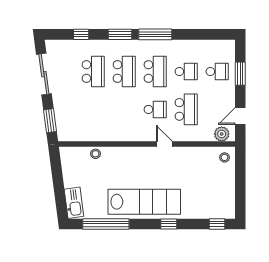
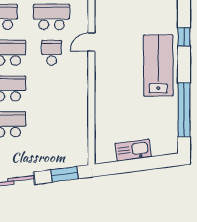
stool: (95, 154) -> (103, 122), removed
lab bench: (144, 202) -> (158, 65), width x0.73
kitchen sink: (74, 203) -> (133, 150), moved

